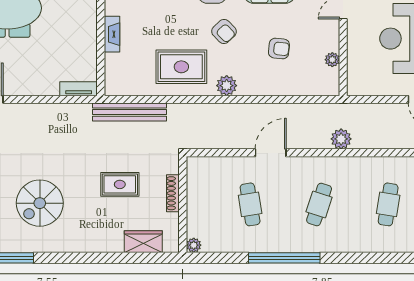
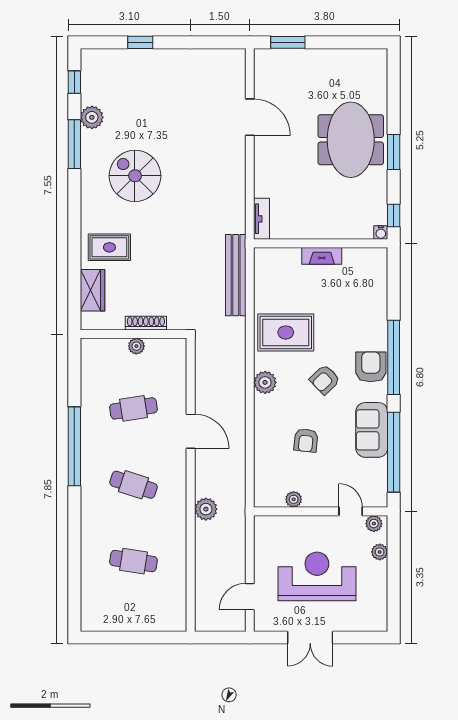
rug: (181, 67) -> (286, 332), turned 90
rug: (120, 184) -> (109, 247), moved, turned 90
plant: (194, 245) -> (136, 346), moved

